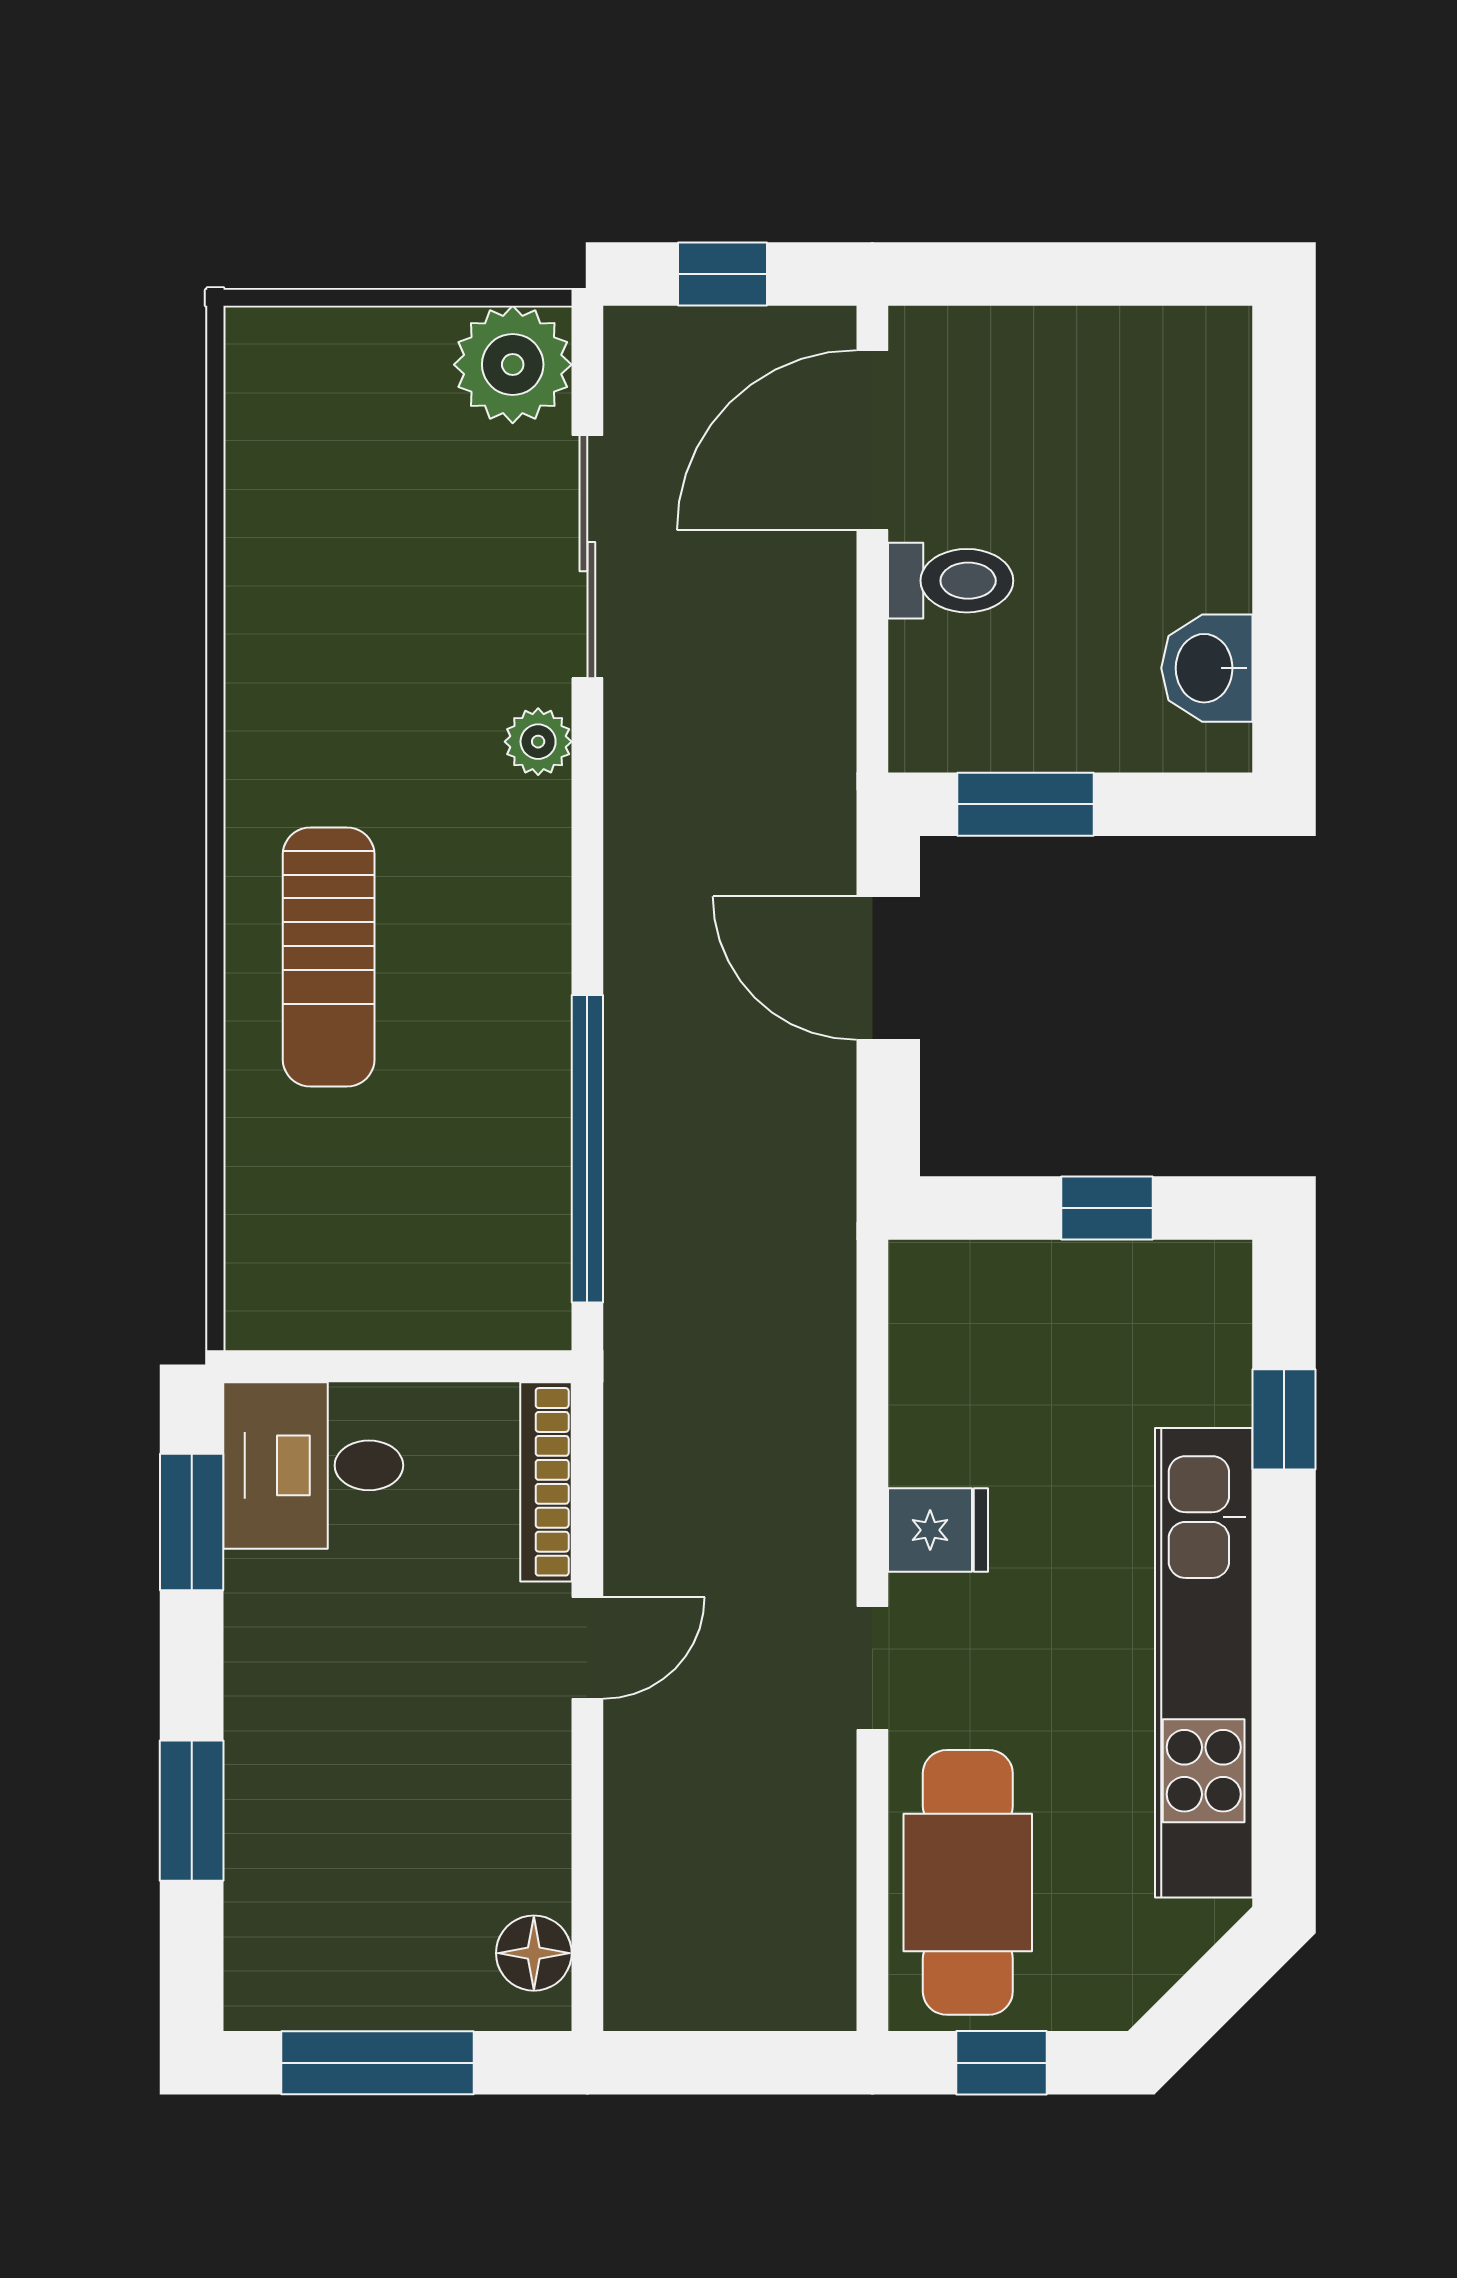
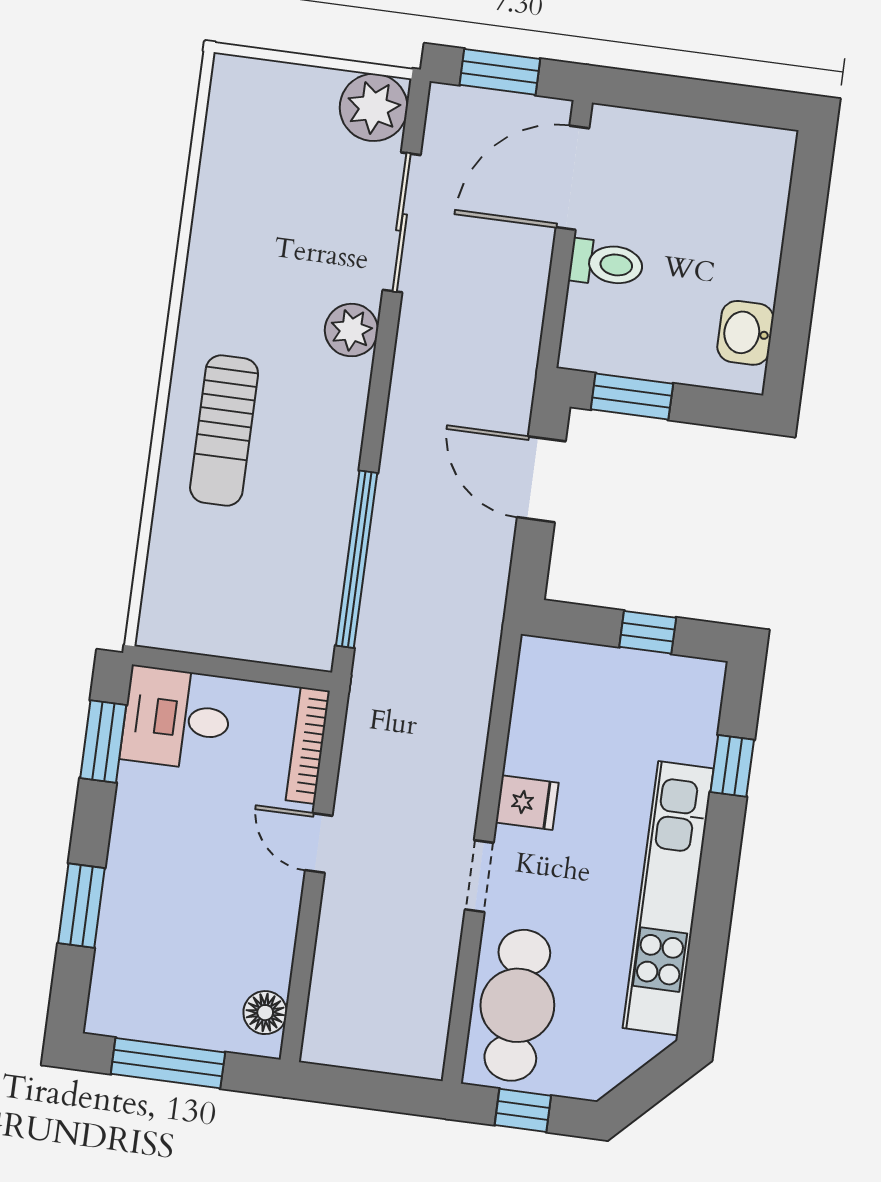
window: (722, 274) -> (500, 72), width x1.50
plant: (538, 742) -> (351, 330), width x1.38, depth x1.38
door: (587, 1648) -> (319, 843), swing flipped

